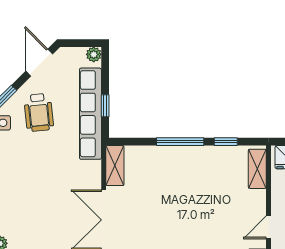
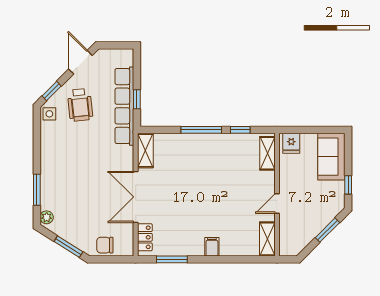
plant: (94, 54) -> (127, 55), removed

